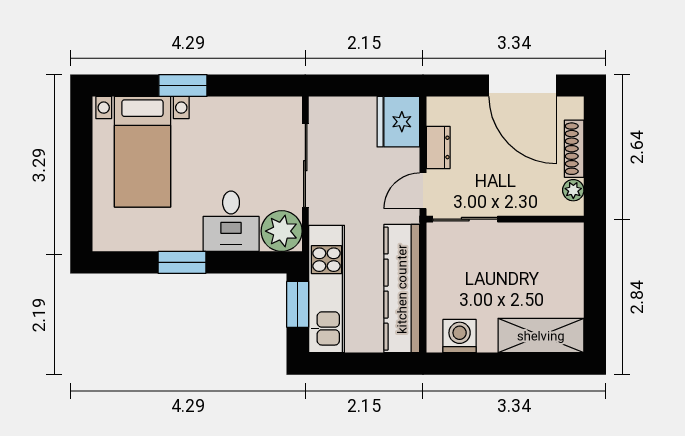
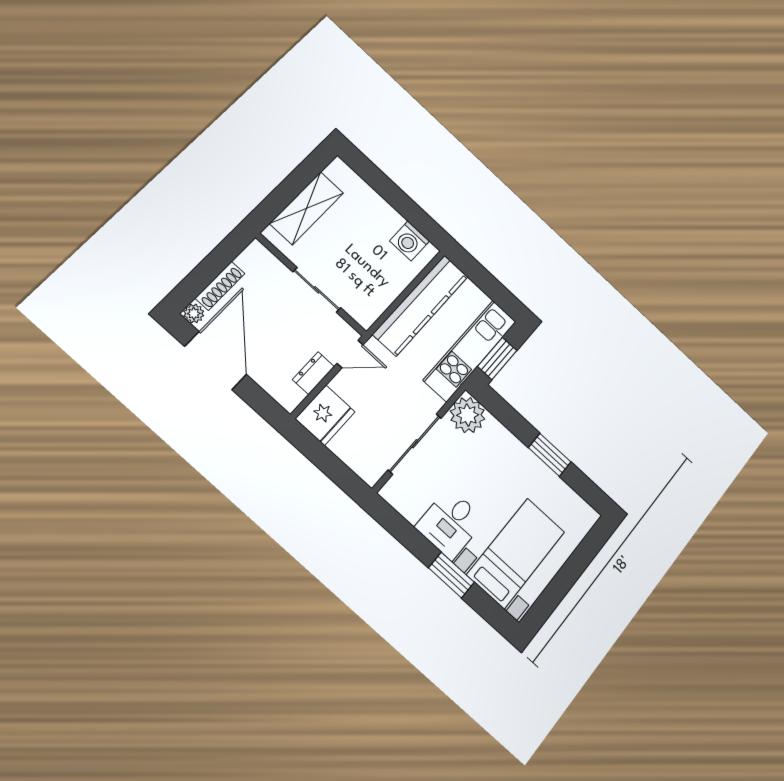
plant: (573, 190) -> (194, 313), moved
sliding door: (465, 219) -> (317, 290), moved
desk: (231, 221) -> (450, 523), moved, turned 180
shelving: (541, 336) -> (307, 208), moved, turned 90

